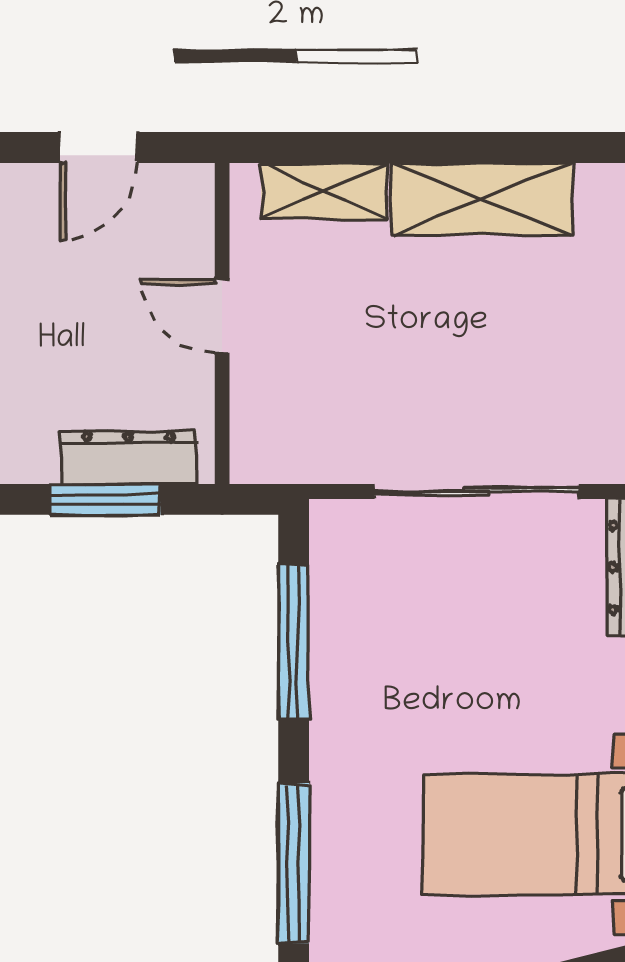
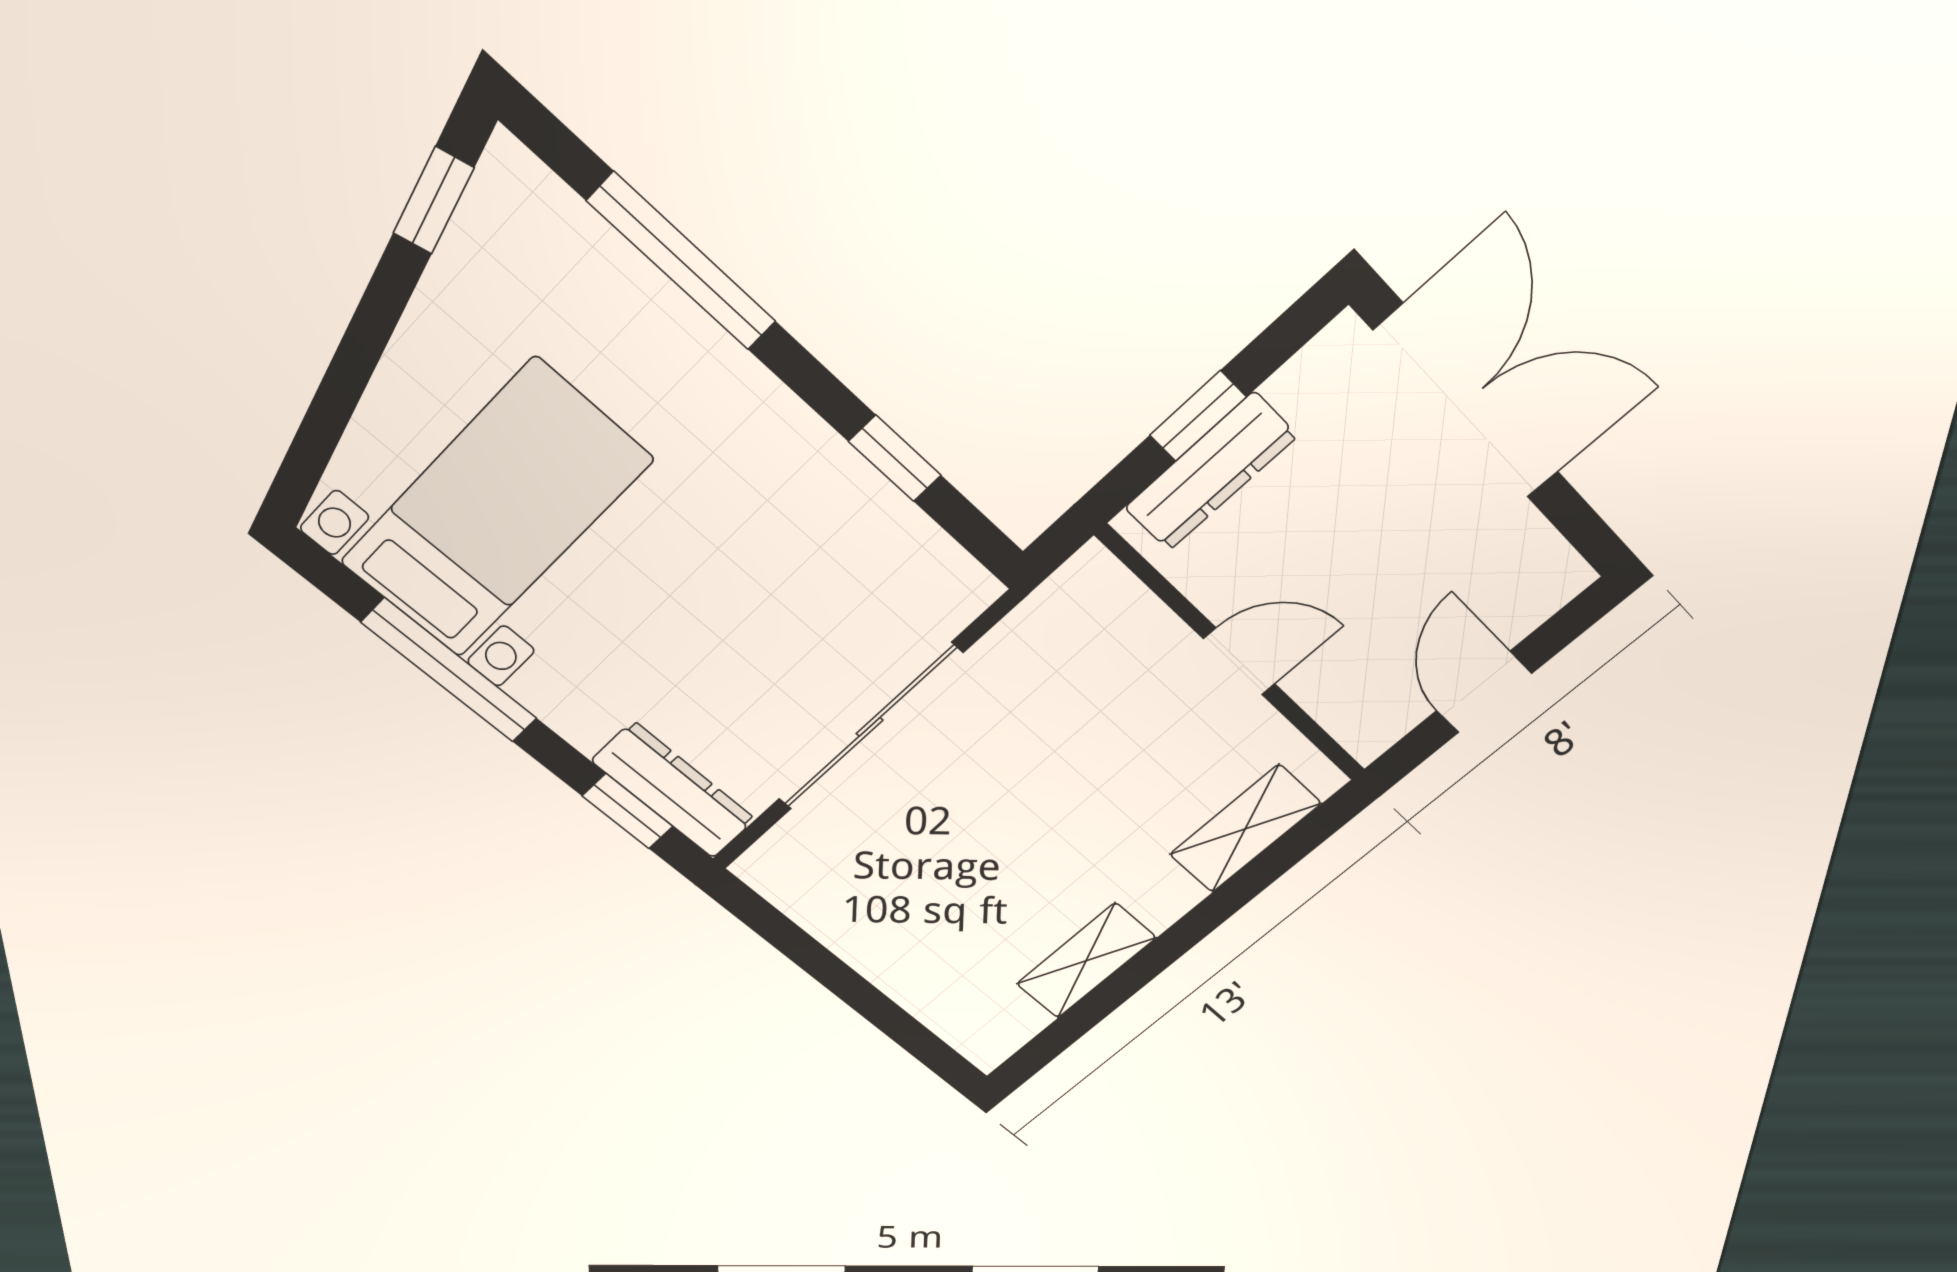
shelving: (482, 199) -> (1086, 961), width x0.67, depth x0.75
window: (105, 499) -> (1198, 416), width x0.67
window: (294, 642) -> (895, 458), width x0.46

